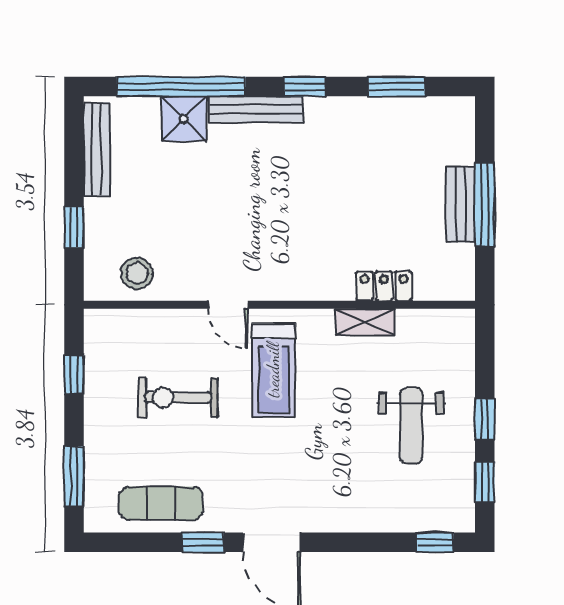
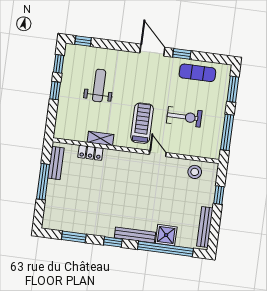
bench: (461, 204) -> (56, 163), moved
window: (74, 375) -> (227, 132), width x2.17
weight bench: (411, 426) -> (99, 85), moved

